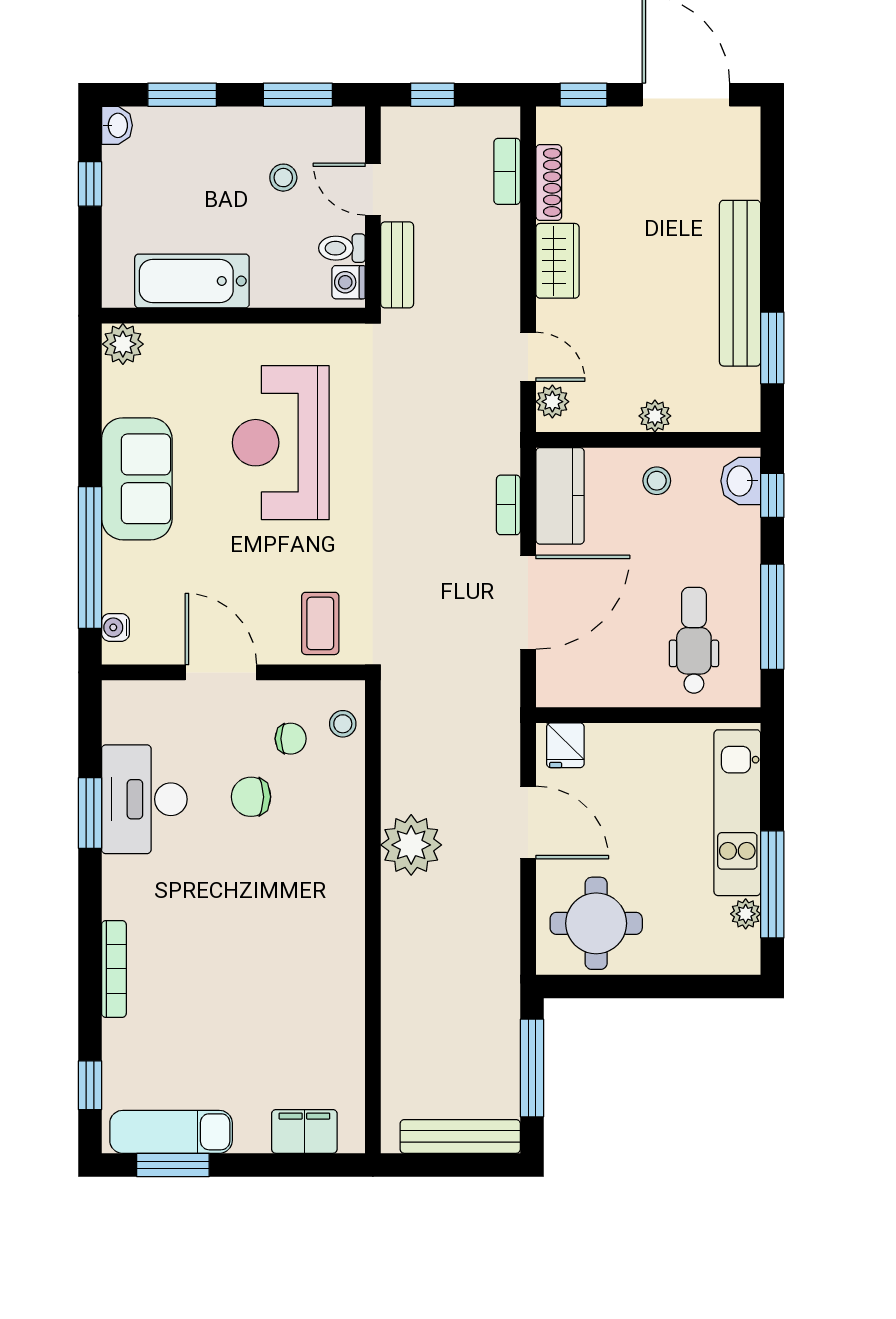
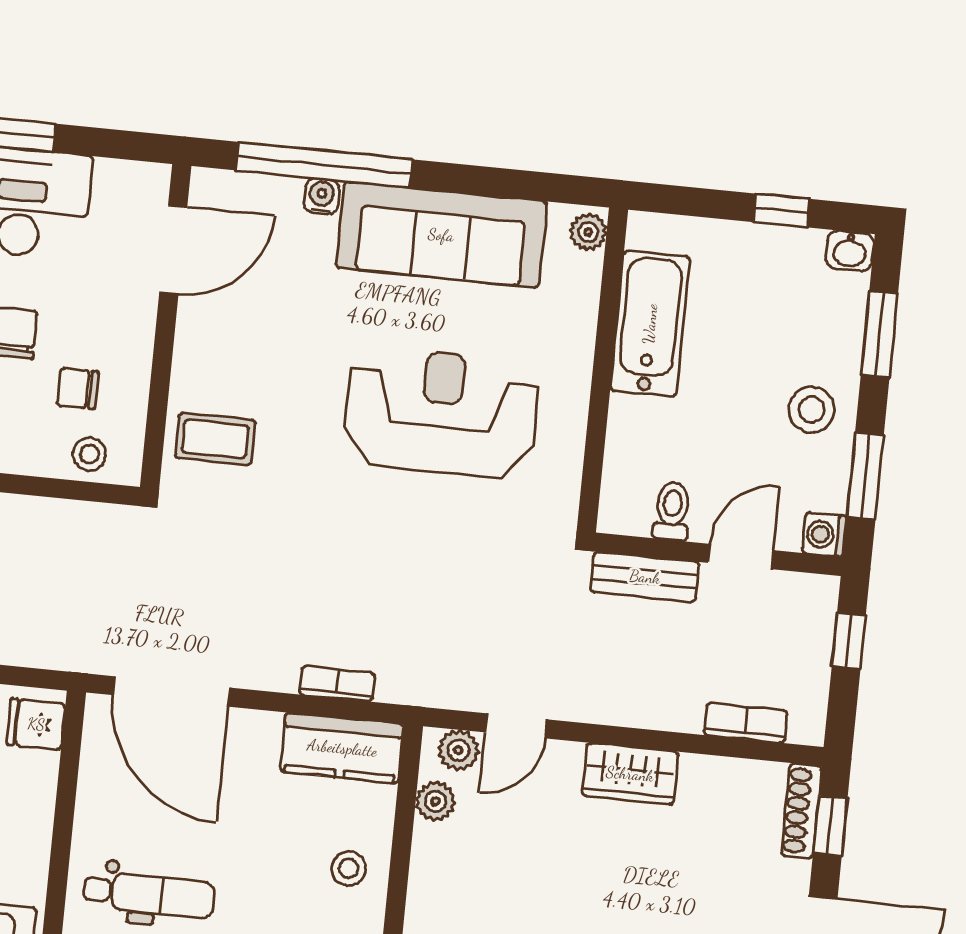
stool: (283, 178) -> (812, 410), moved, width x1.37, depth x1.37
shoe rack: (549, 182) -> (801, 811), moved, turned 90
washing machine: (349, 282) -> (824, 535), moved, turned -90
plant: (123, 344) -> (588, 232), width x0.73, depth x0.73
plant: (655, 416) -> (435, 801), moved
sofa: (137, 479) -> (441, 235), width x1.36
door: (528, 602) -> (172, 691), moved
water cooler: (115, 627) -> (322, 196), moved
door: (221, 672) -> (173, 250), moved
chair: (291, 739) -> (78, 389), turned 90

